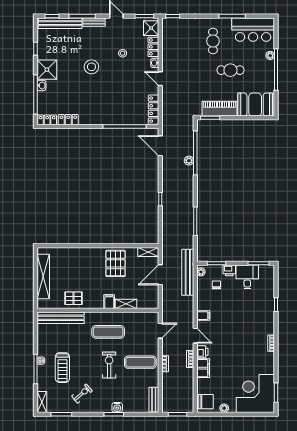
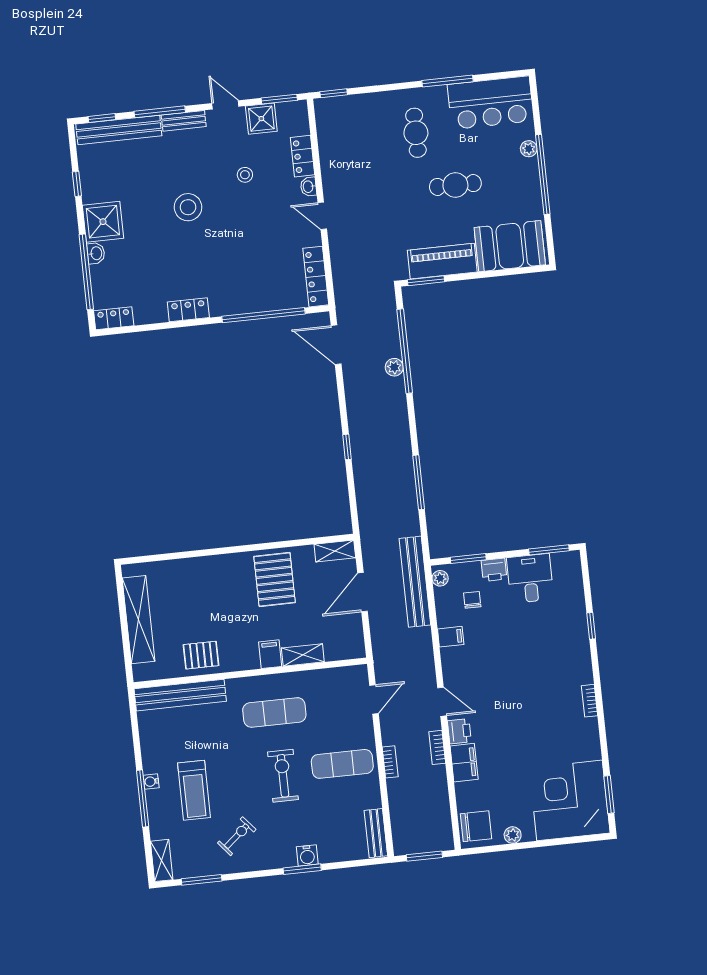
shower: (151, 28) -> (261, 119), moved
locker: (68, 120) -> (188, 310), moved
filing cabinet: (203, 316) -> (451, 637), moved

